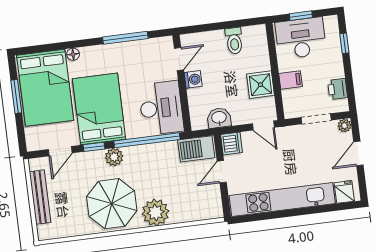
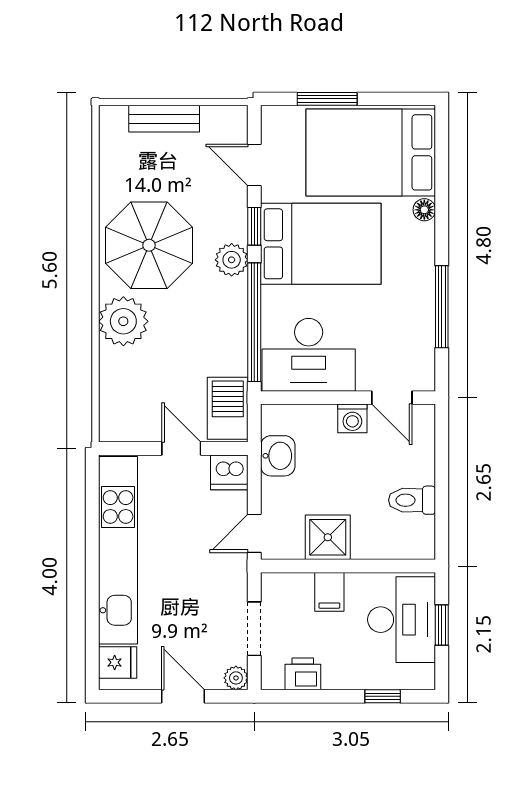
window: (16, 96) -> (327, 99), moved
bench: (40, 197) -> (164, 119), width x0.73

